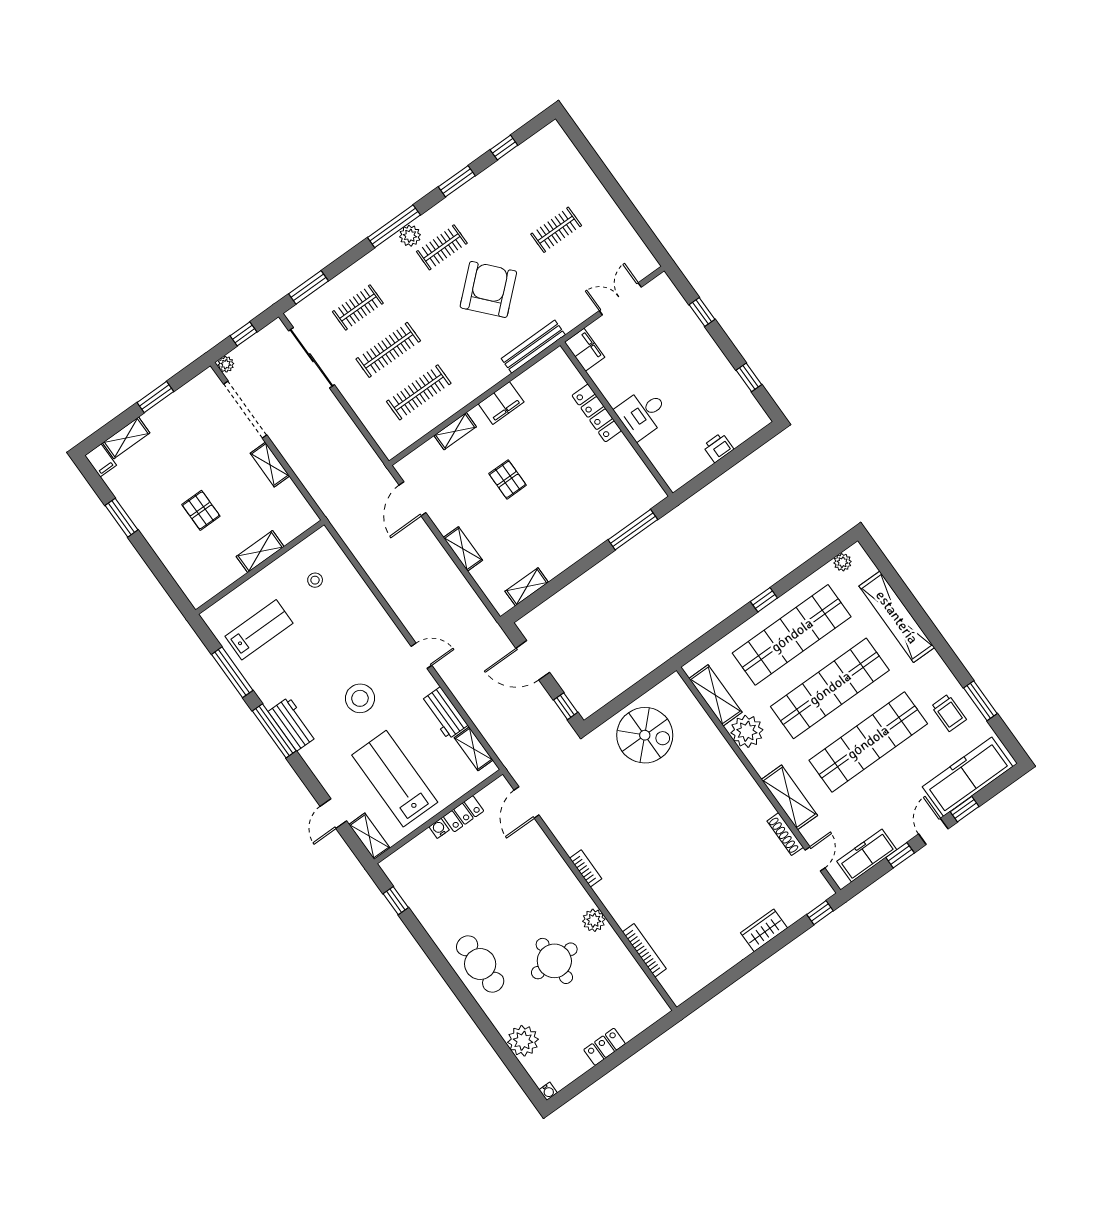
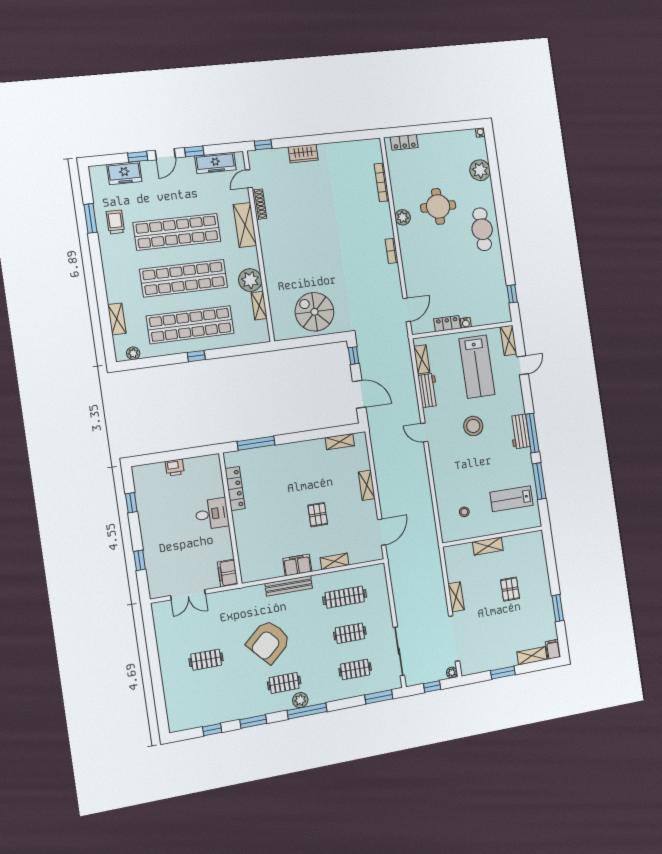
bench: (533, 347) -> (289, 586), moved
clothes rail: (388, 350) -> (350, 633), width x0.73
locker: (597, 413) -> (235, 489), moved
shelving: (897, 617) -> (117, 319), width x0.45, depth x0.75
shelving: (715, 695) -> (259, 306), width x0.67, depth x0.75
freezer: (968, 777) -> (124, 173), width x0.52, depth x0.79
locker: (605, 1047) -> (404, 142), moved

